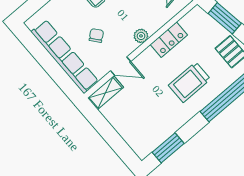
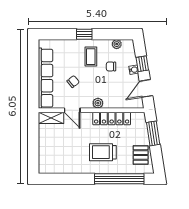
locker: (169, 40) -> (112, 119), width x1.53
window: (168, 148) -> (59, 179), removed

